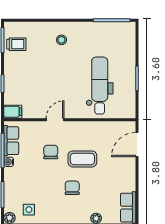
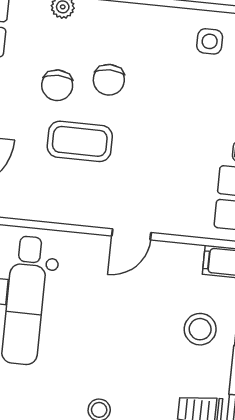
stool: (20, 81) -> (200, 329), added
chair: (51, 152) -> (57, 85), moved

